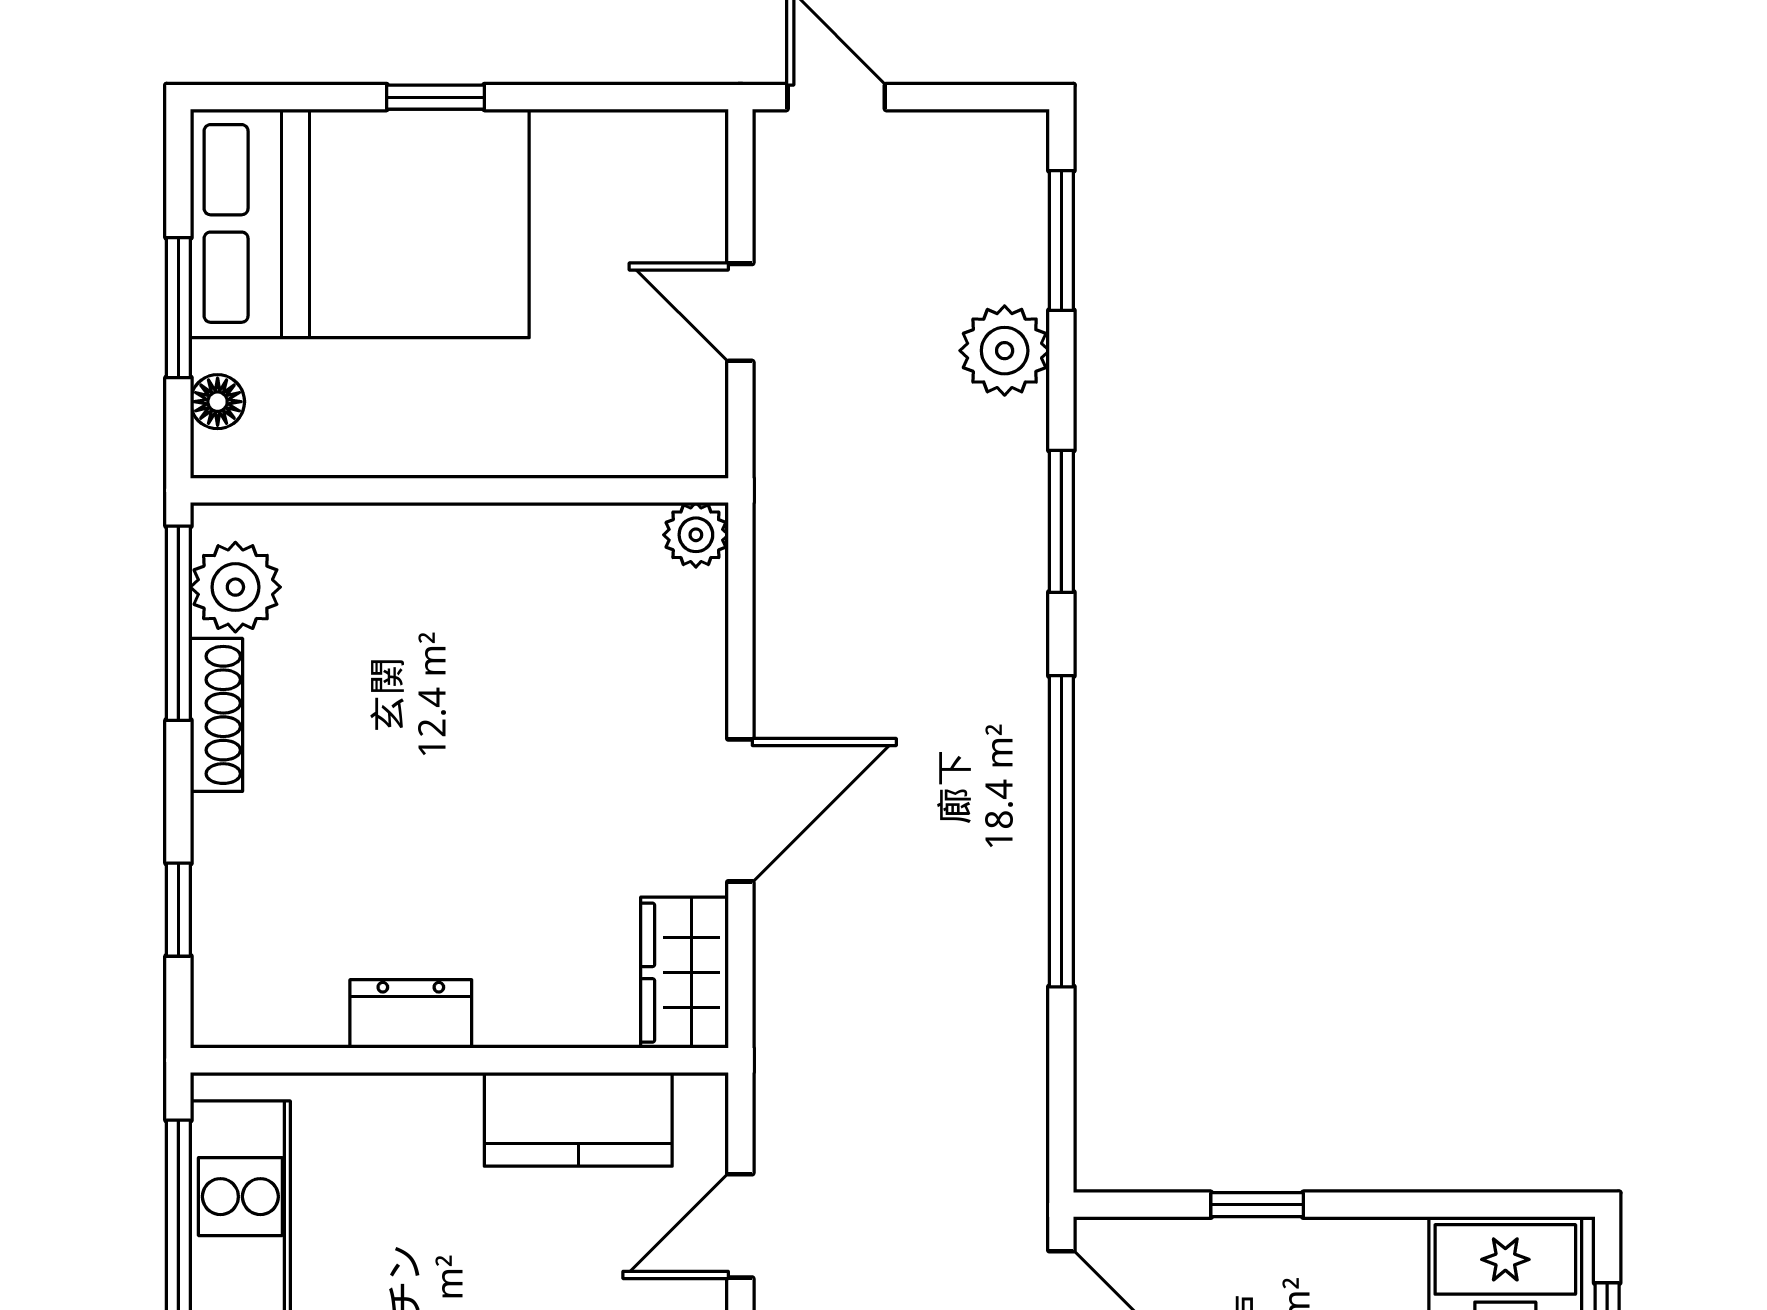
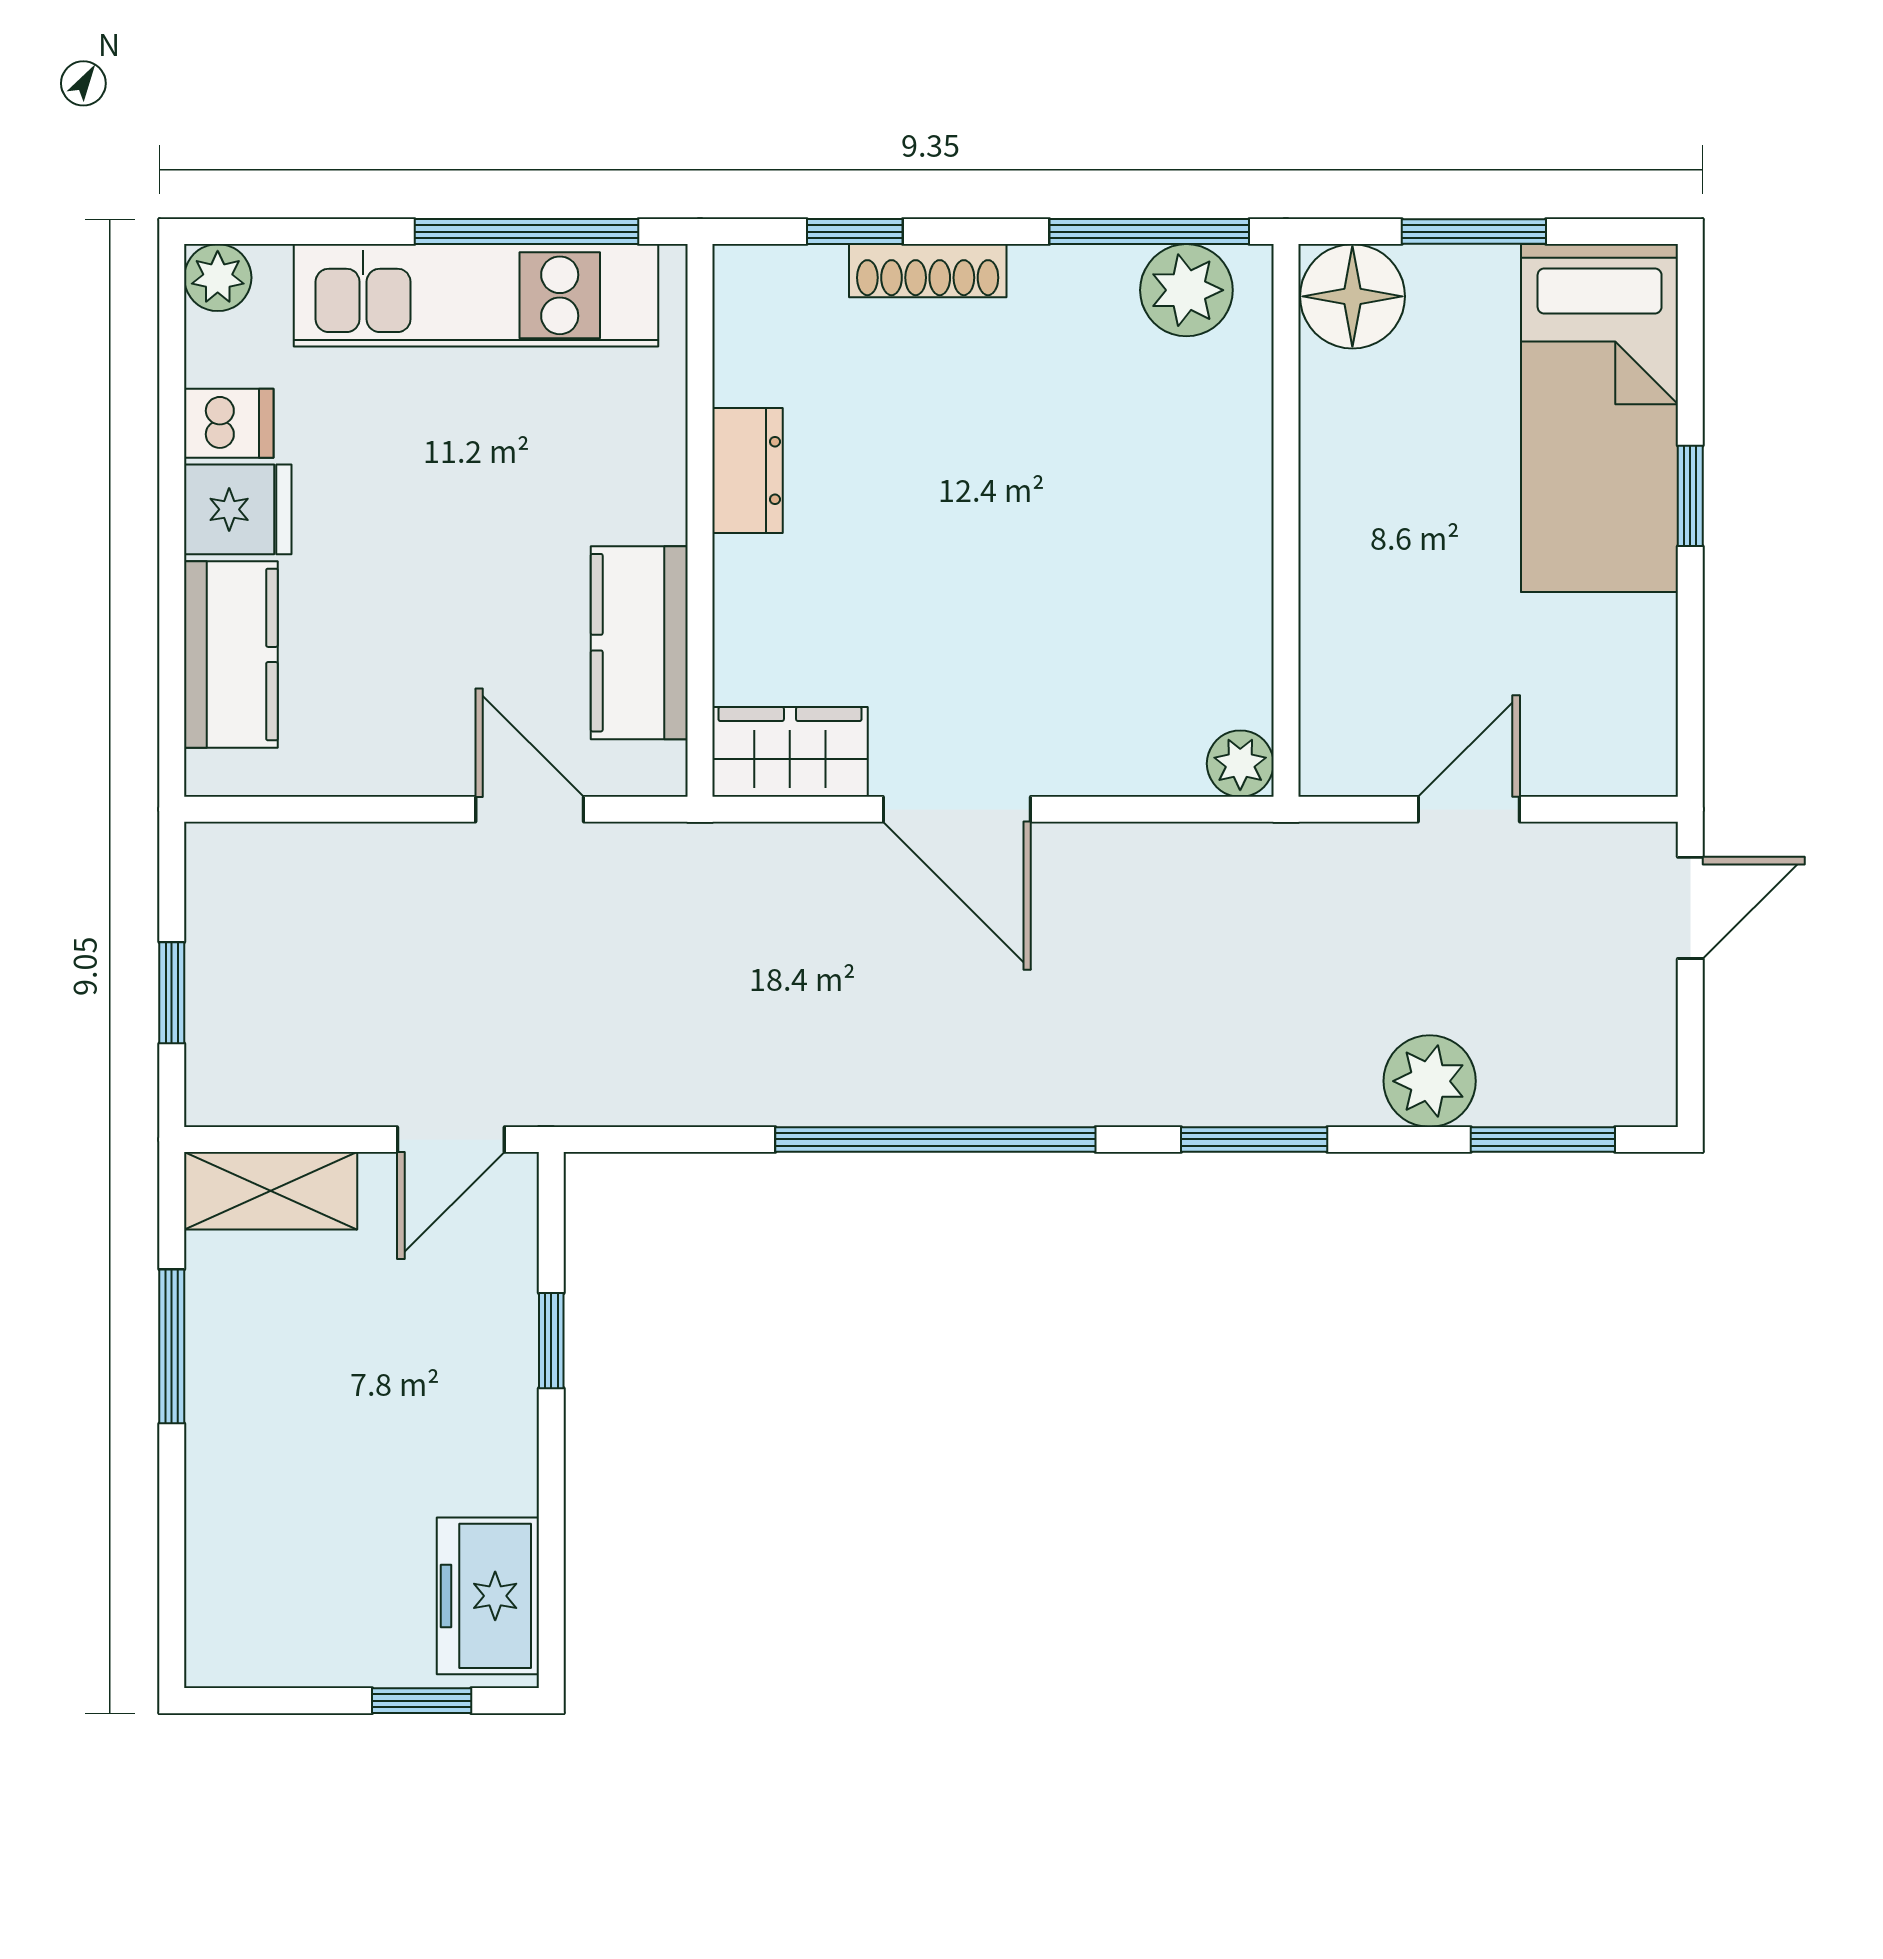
bed: (360, 223) -> (1600, 418), width x0.67
floor lamp: (218, 402) -> (1352, 296), width x1.89, depth x1.89
shoe rack: (217, 715) -> (928, 271), moved

